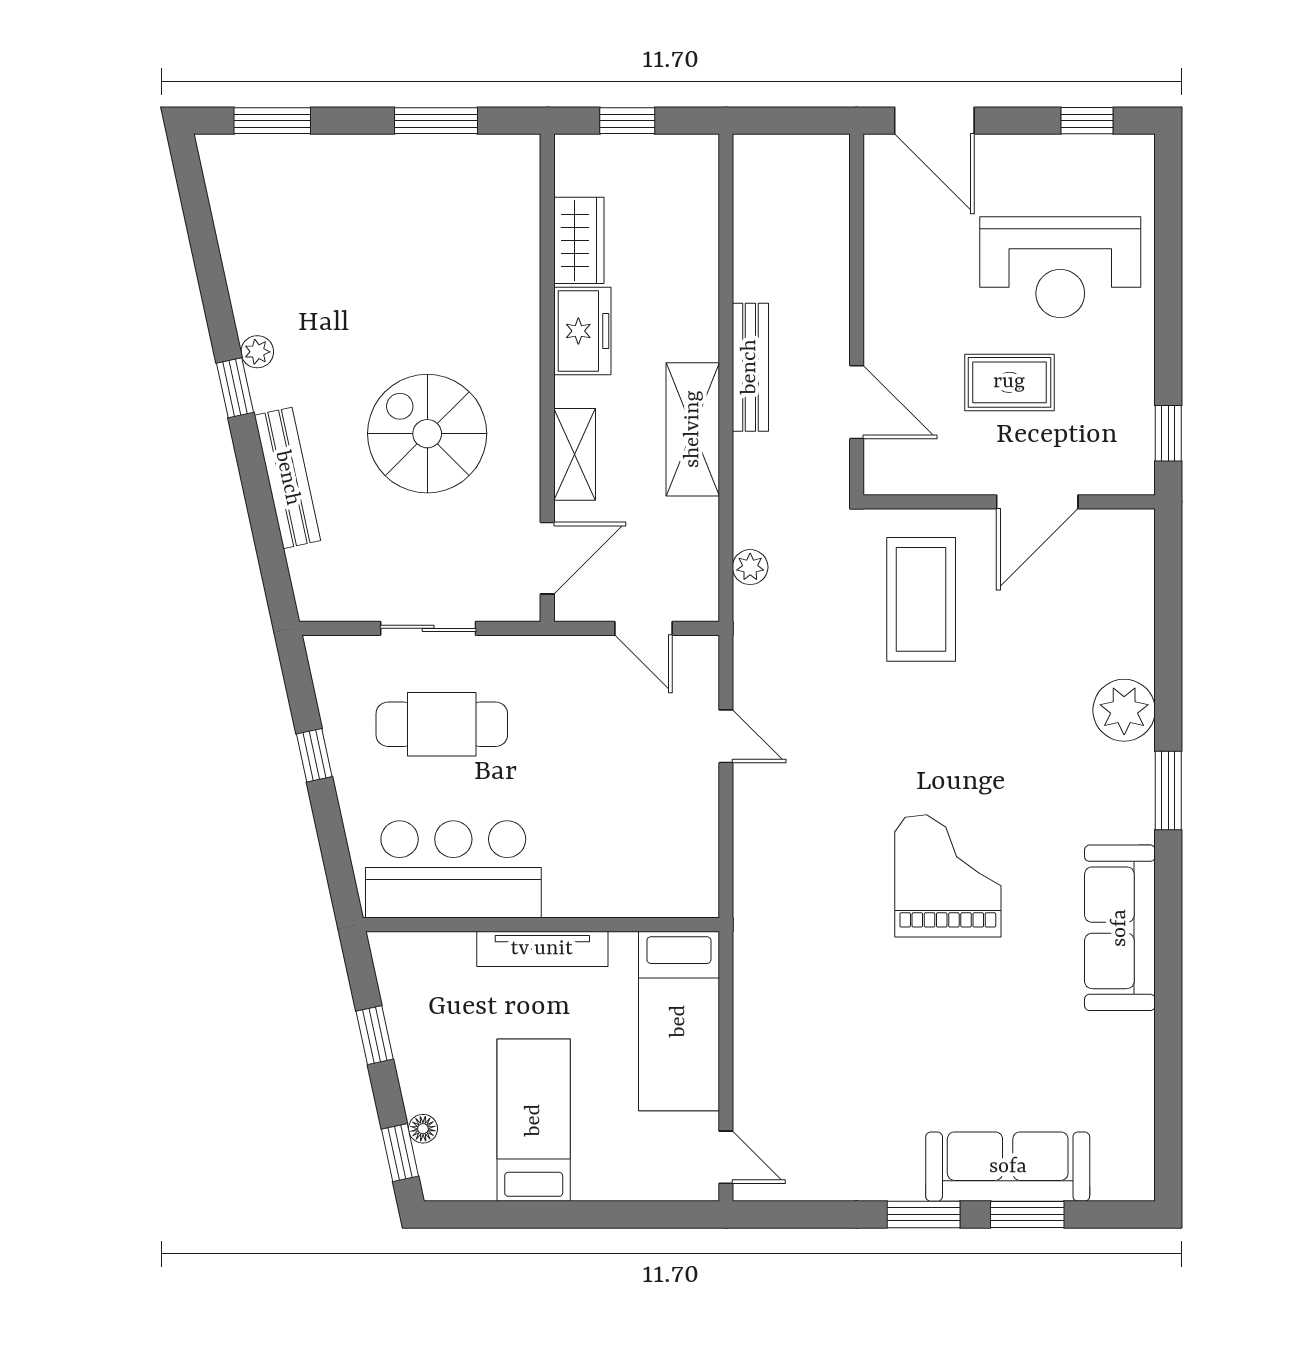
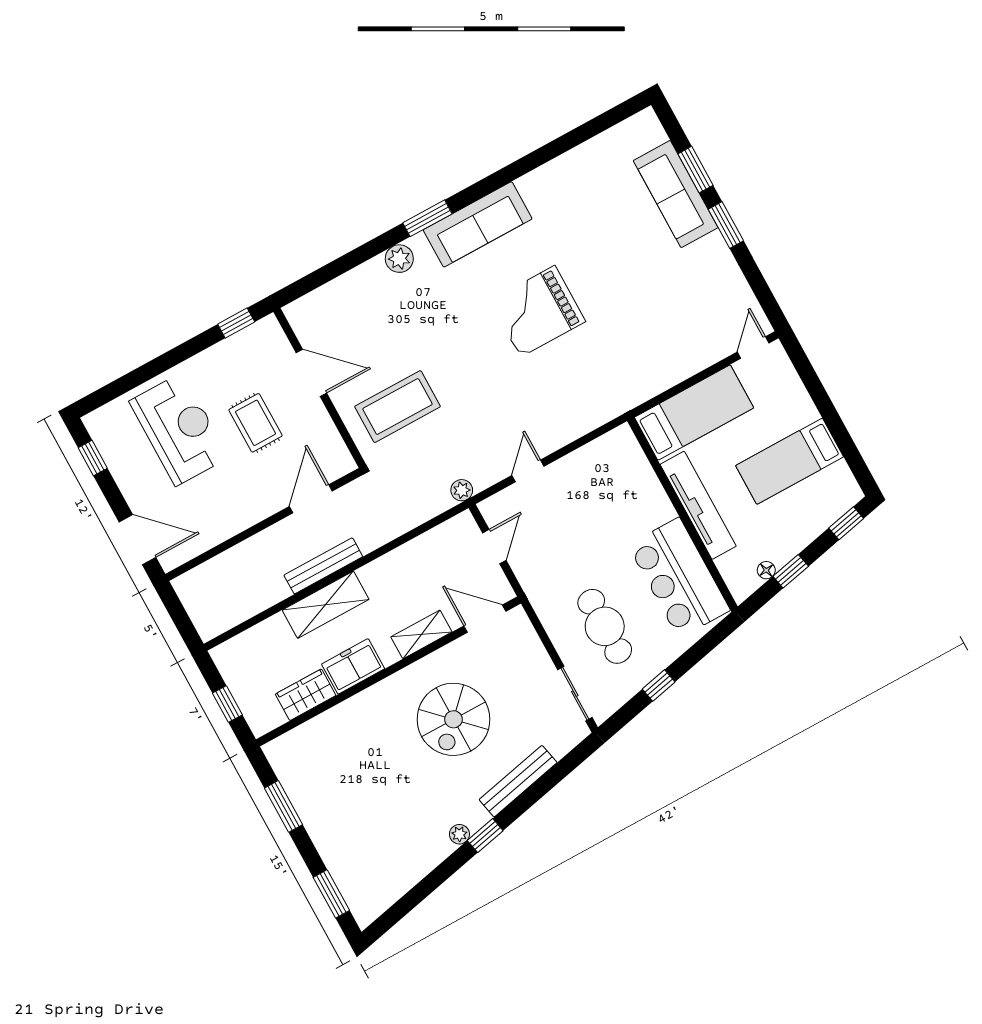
door: (934, 121) -> (137, 540), hinge flipped
shelving: (693, 429) -> (326, 605), moved
plant: (750, 567) -> (462, 490), moved
sliding door: (428, 628) -> (575, 694), moved
plant: (1124, 710) -> (399, 259), width x0.73, depth x0.73
sofa: (1120, 928) -> (478, 224), moved
tv unit: (542, 949) -> (698, 505), width x1.36, depth x1.29
floor lamp: (423, 1129) -> (766, 570), moved

